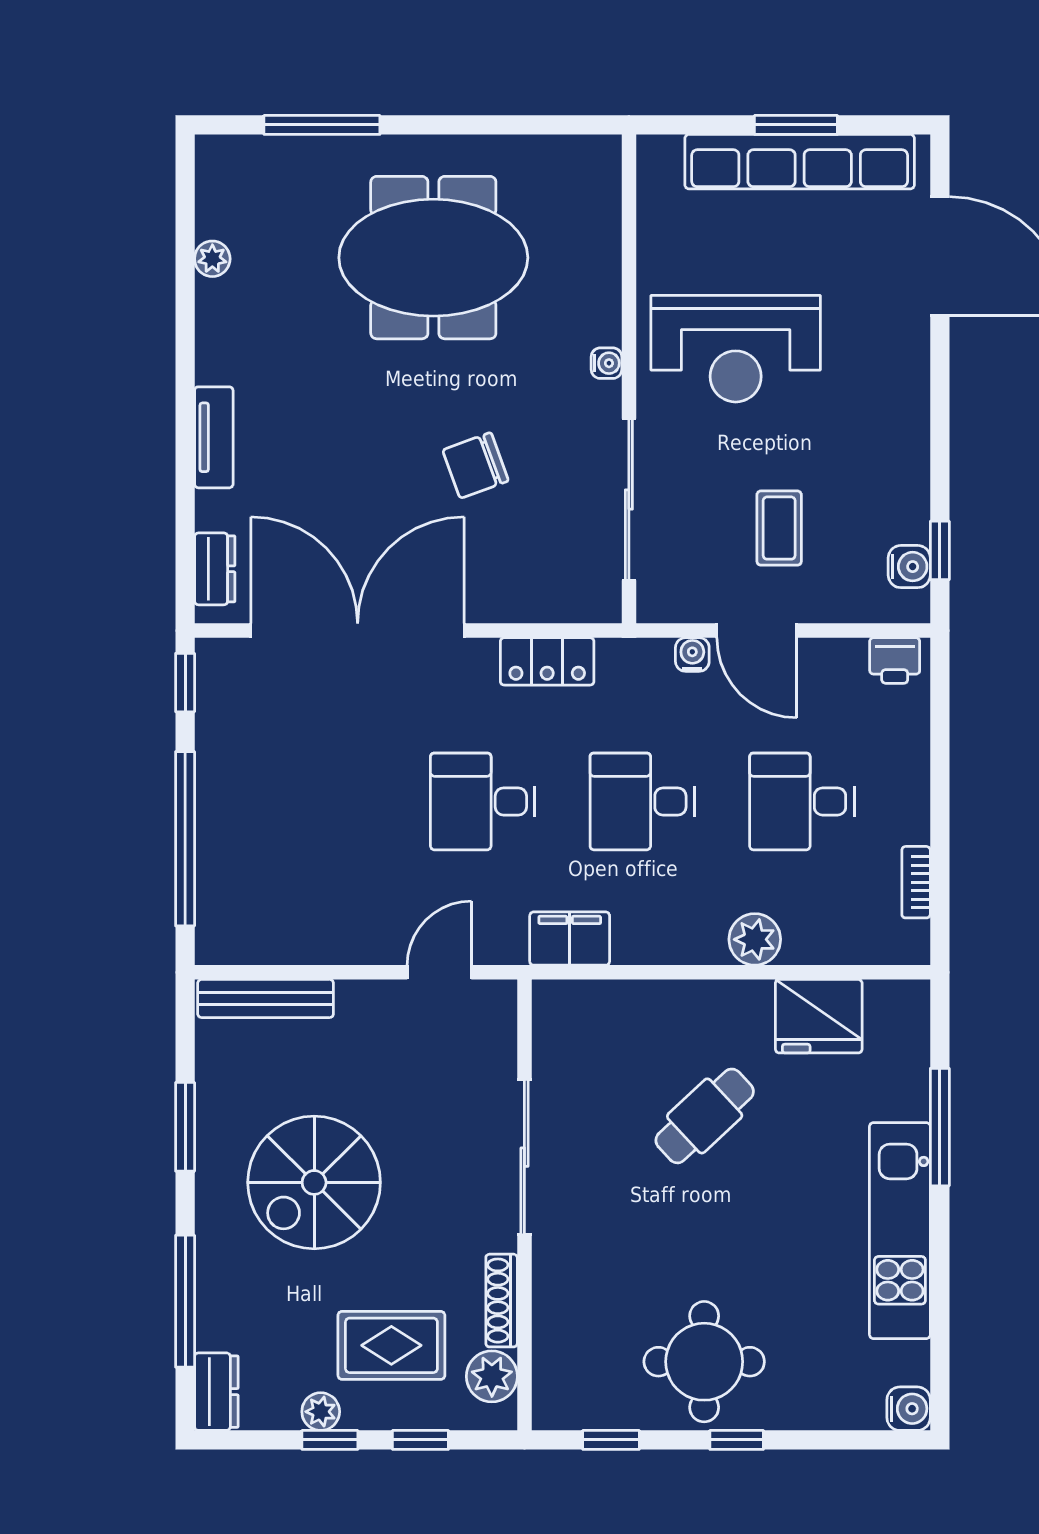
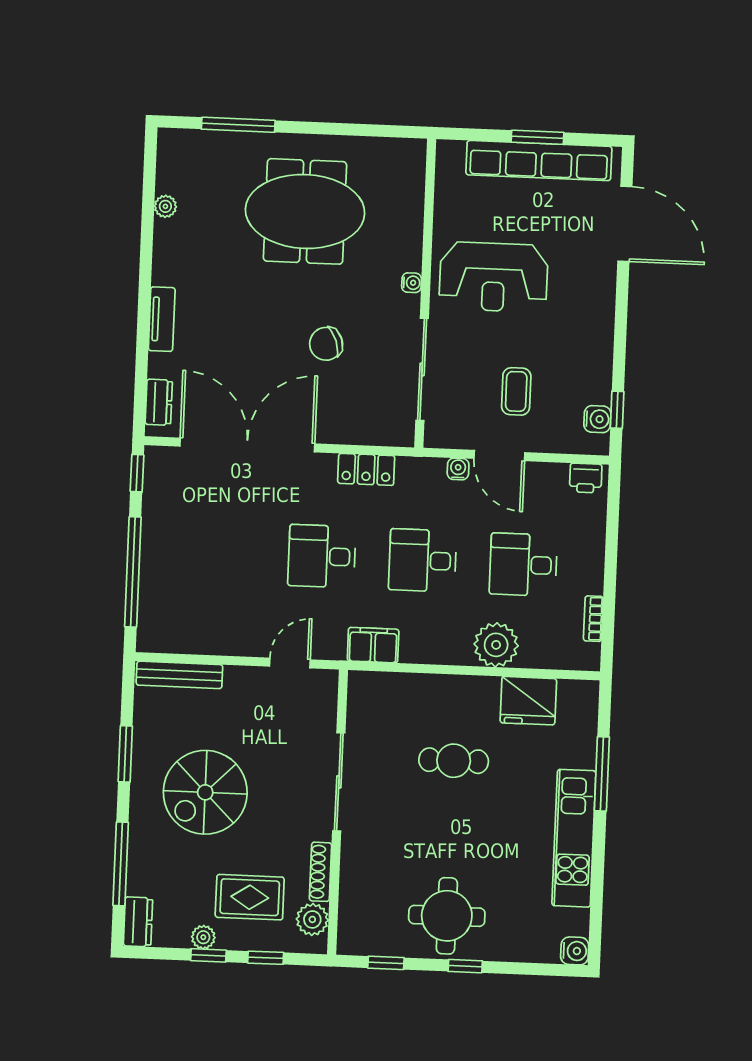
plant: (755, 939) -> (496, 645), width x1.36, depth x1.36
cafe table: (705, 1116) -> (454, 761), turned 43

